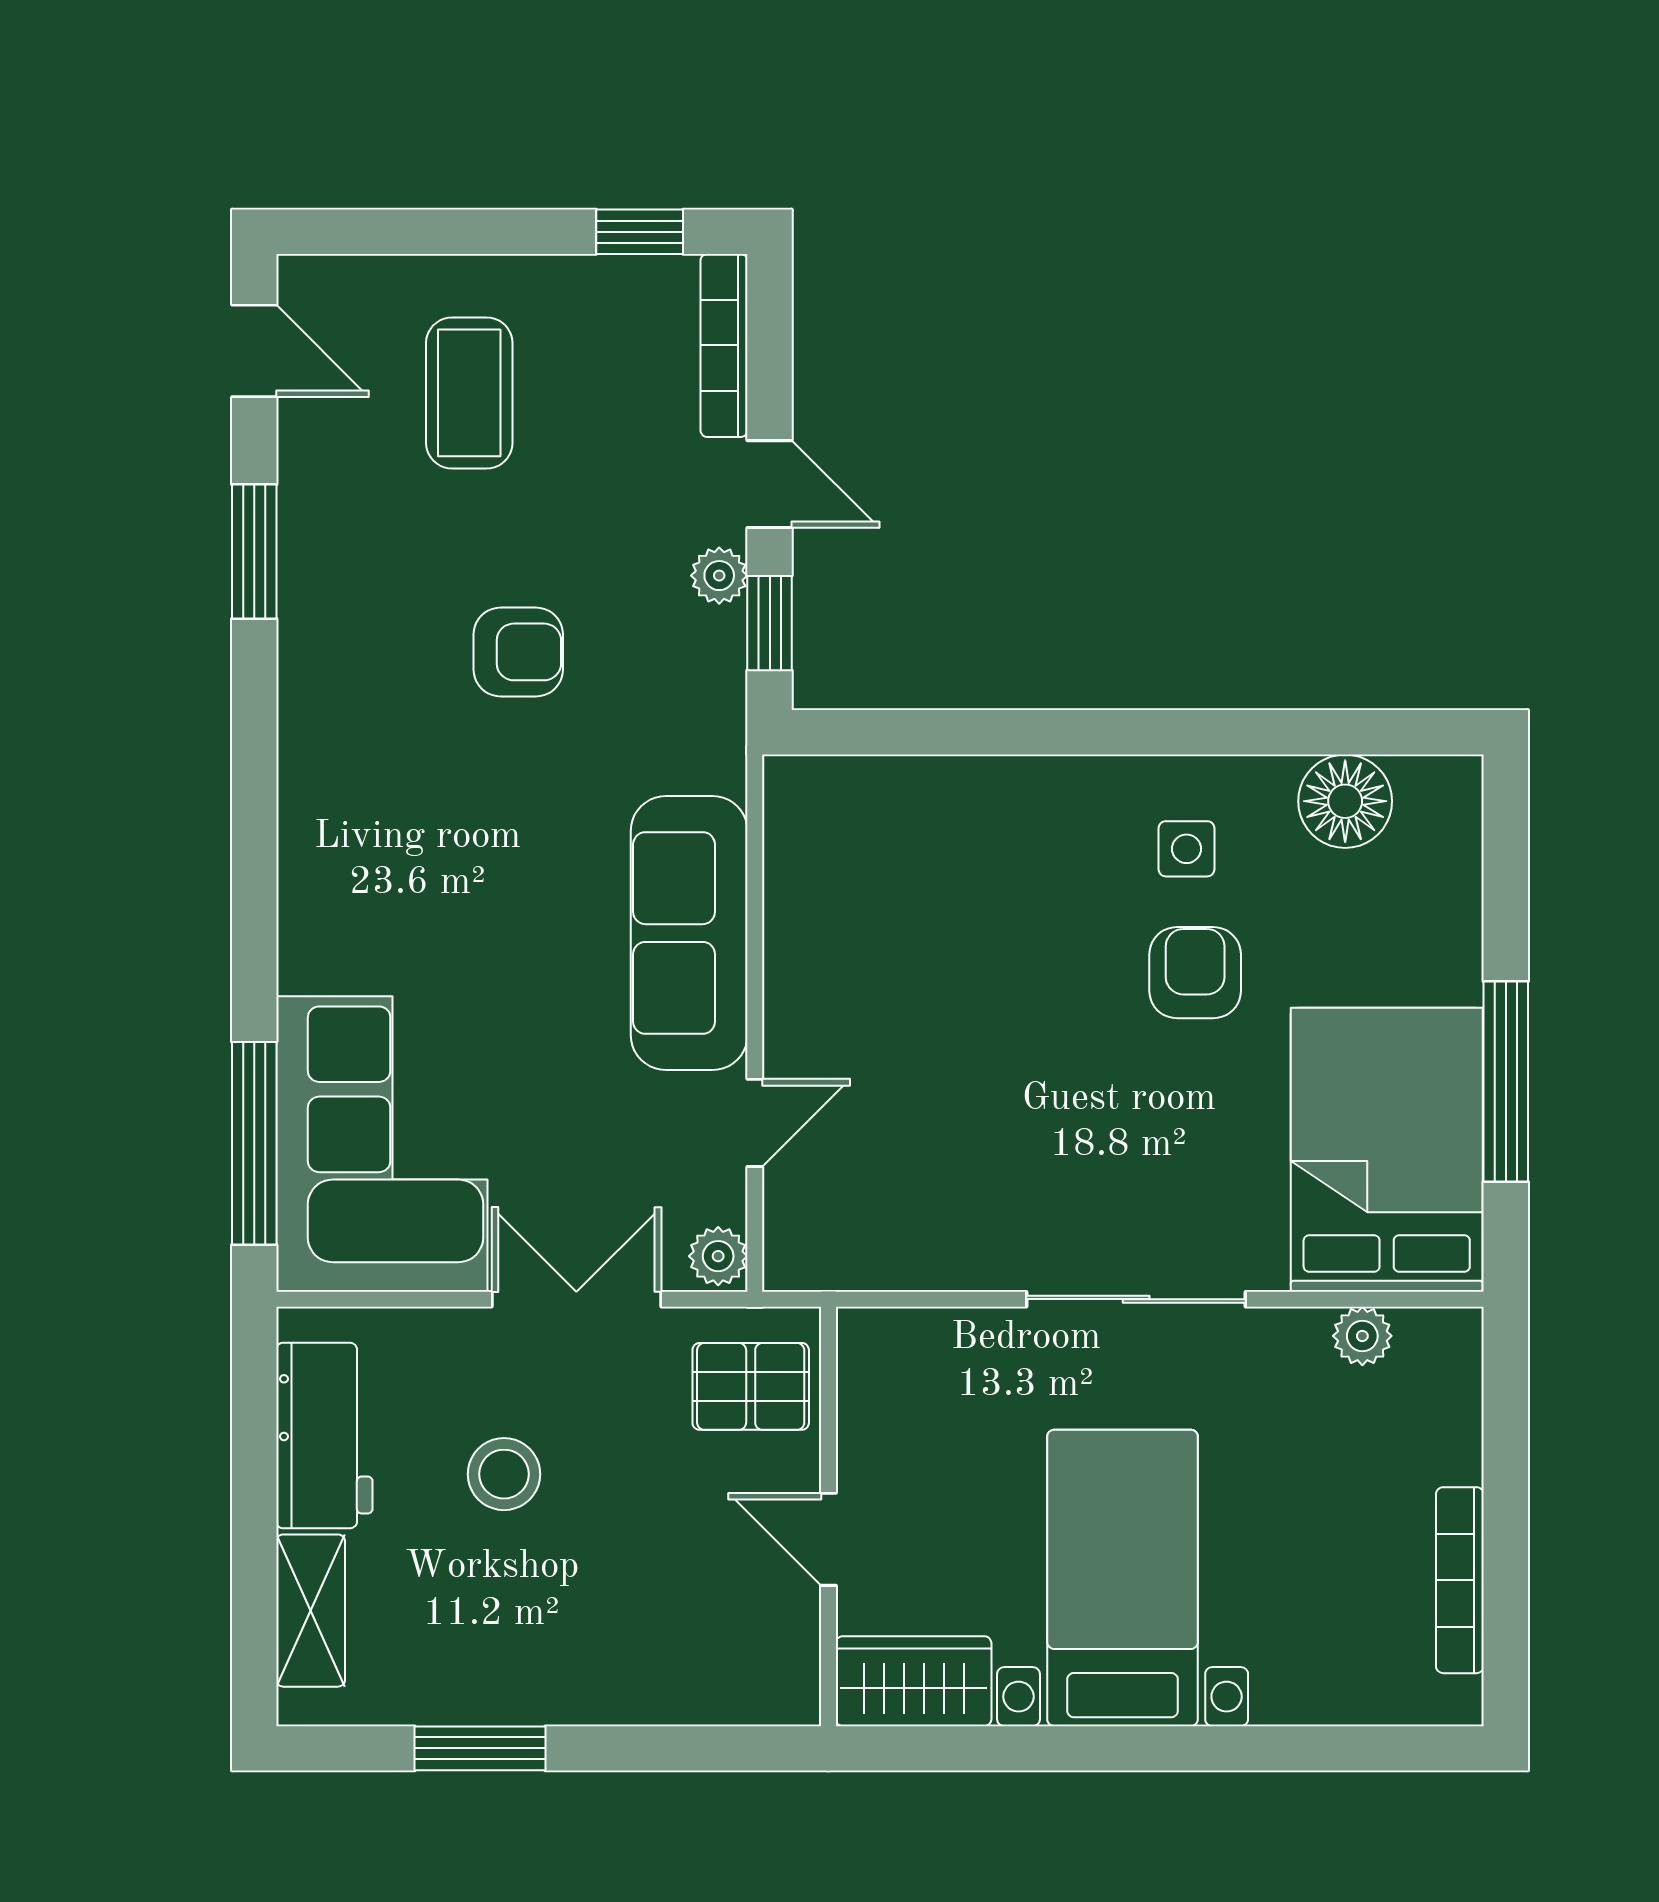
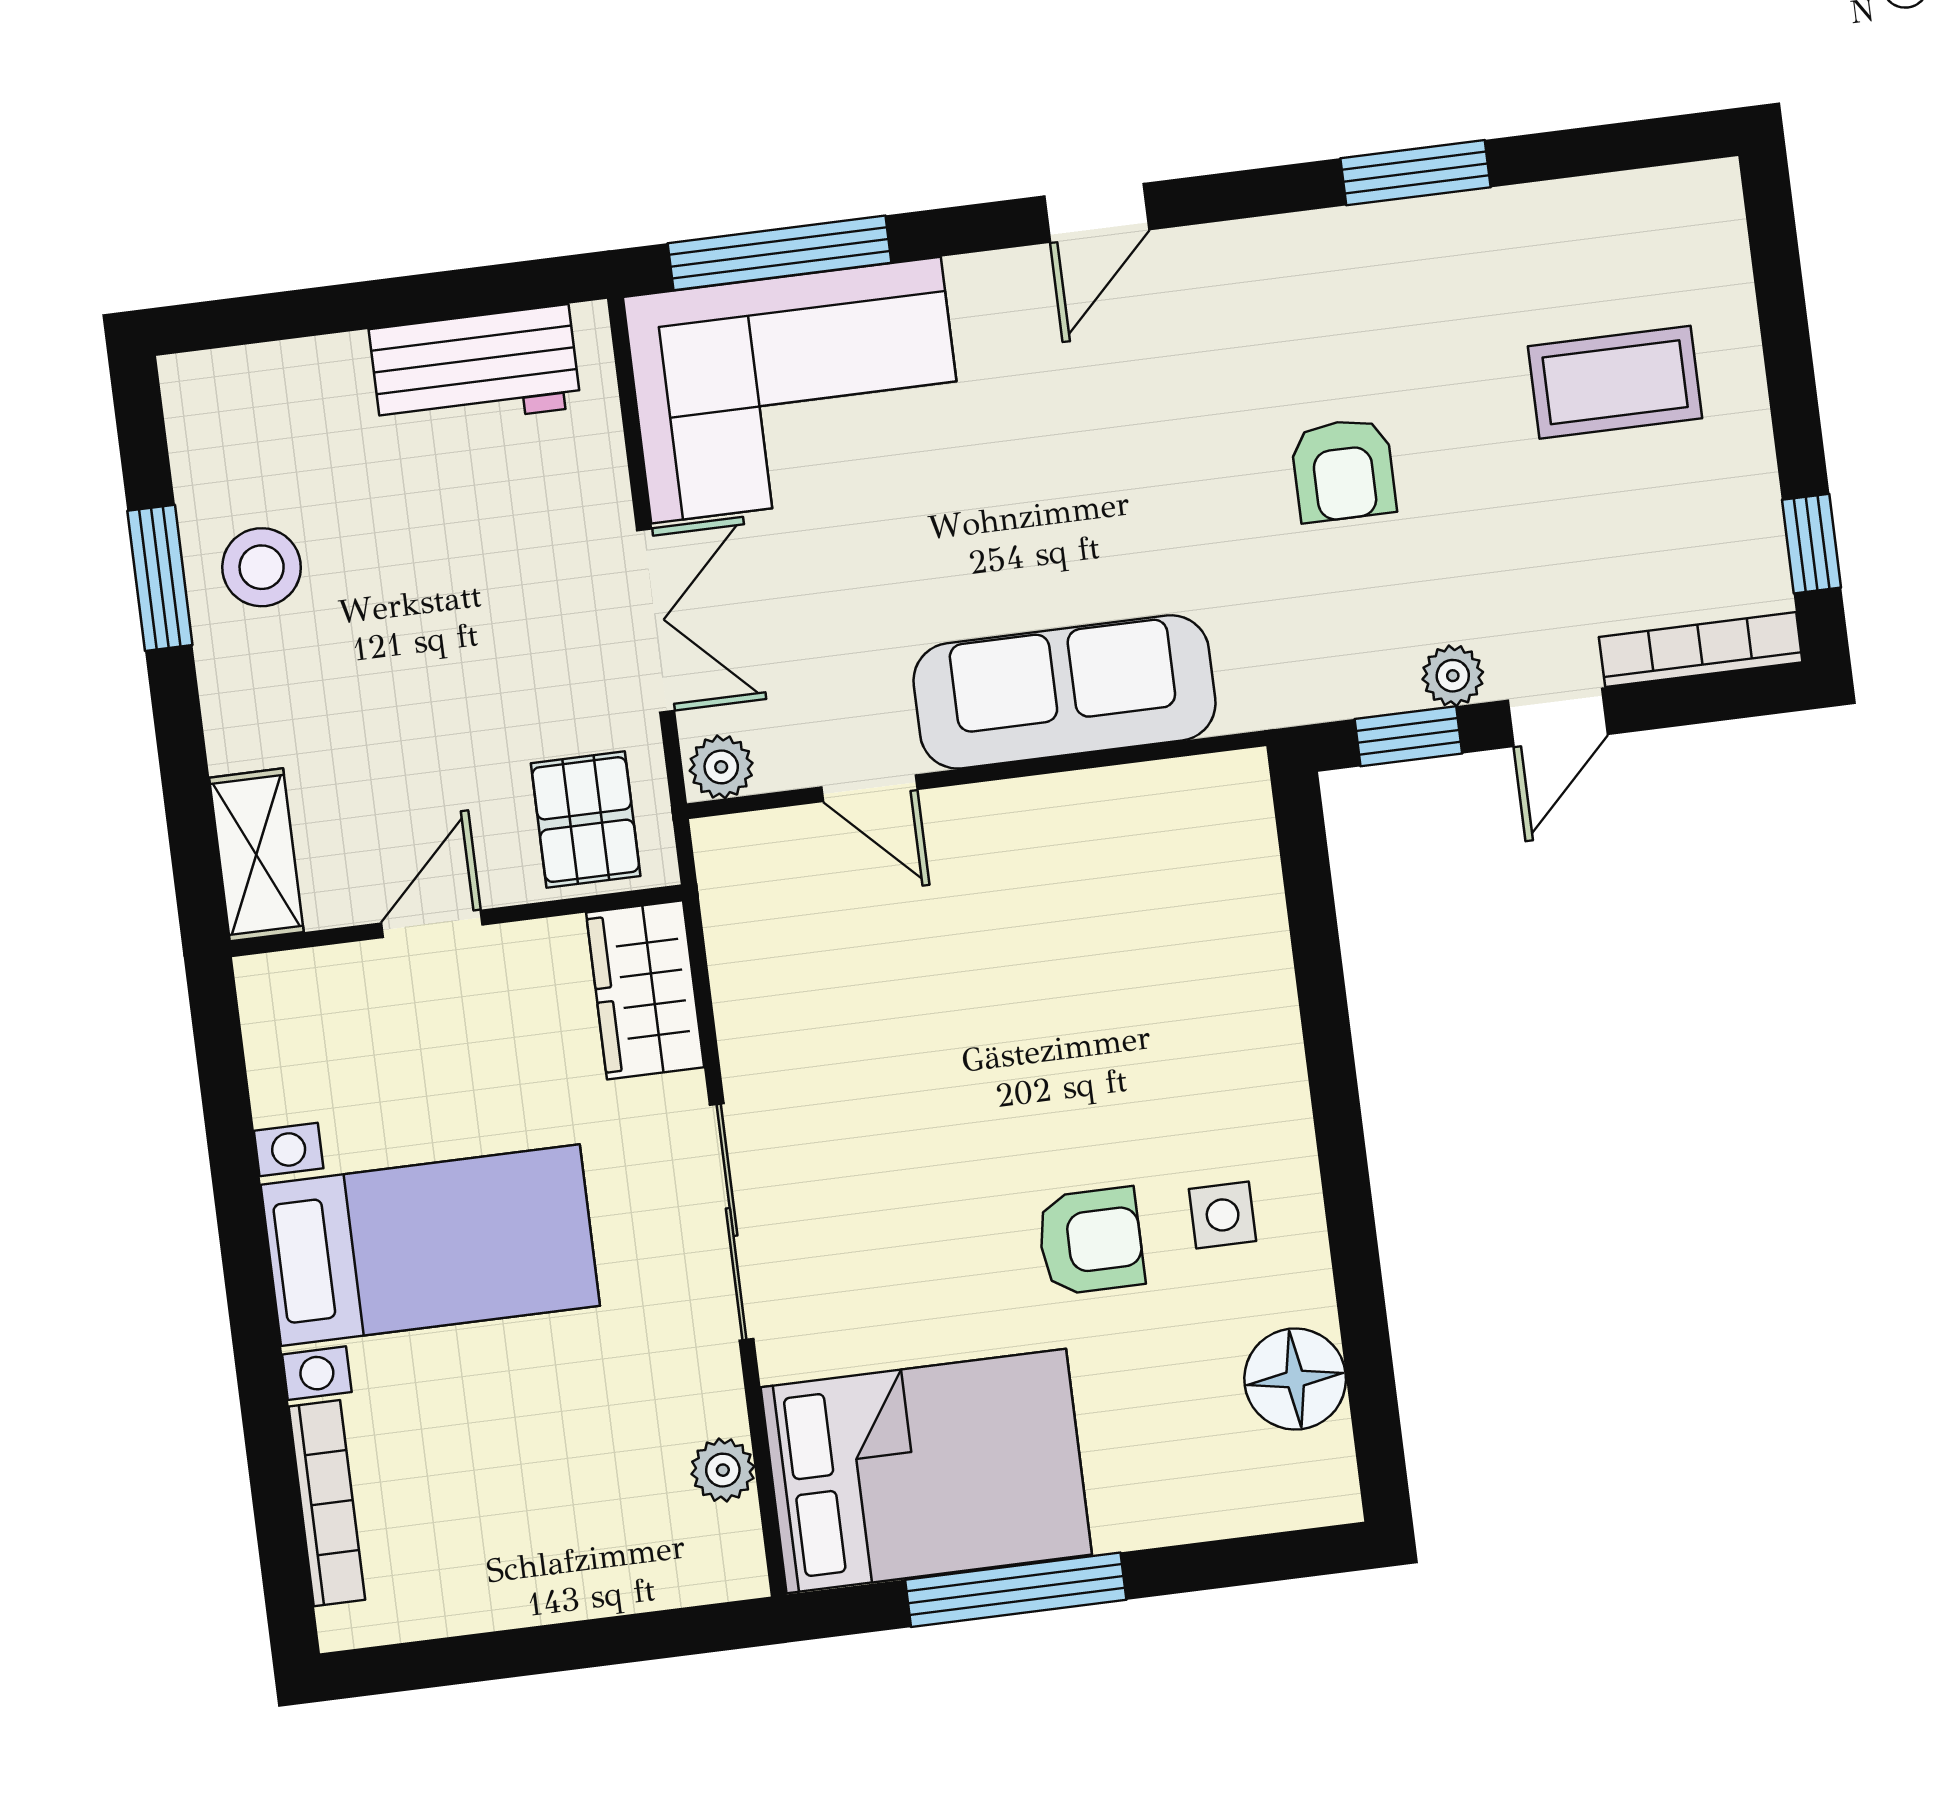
door: (254, 351) -> (1097, 213), moved
stool: (504, 1474) -> (262, 567), moved
bookcase: (1460, 1580) -> (327, 1503), moved, turned 90
shelving: (311, 1611) -> (256, 855), moved, turned 90
wardrobe: (914, 1681) -> (645, 990), moved, turned 180

